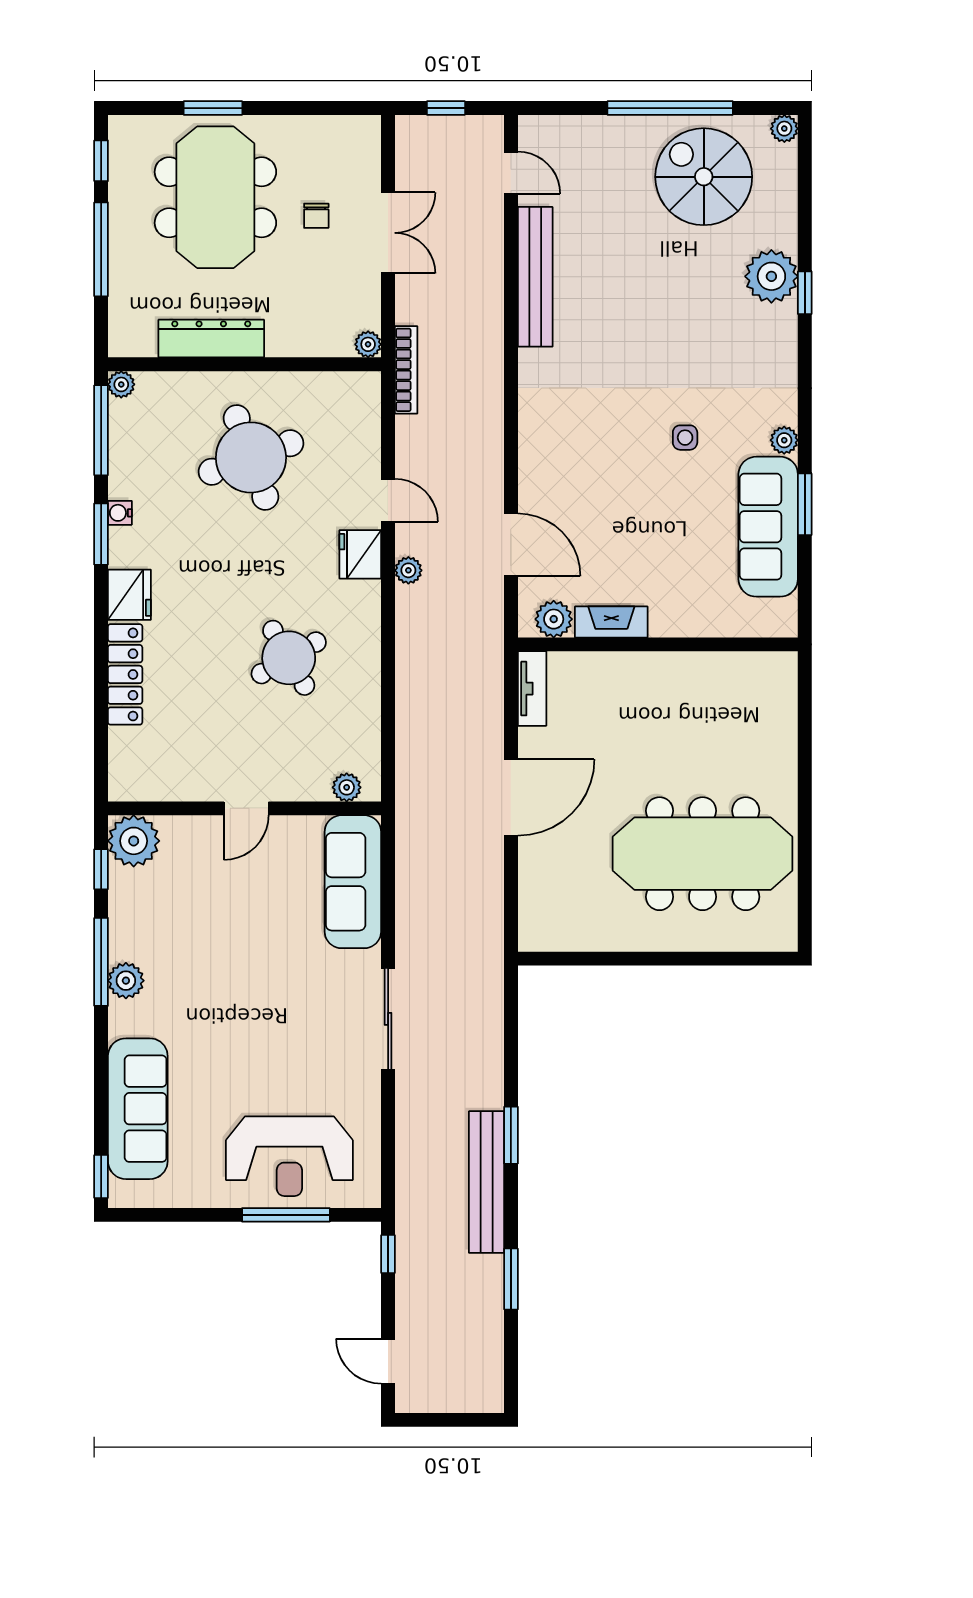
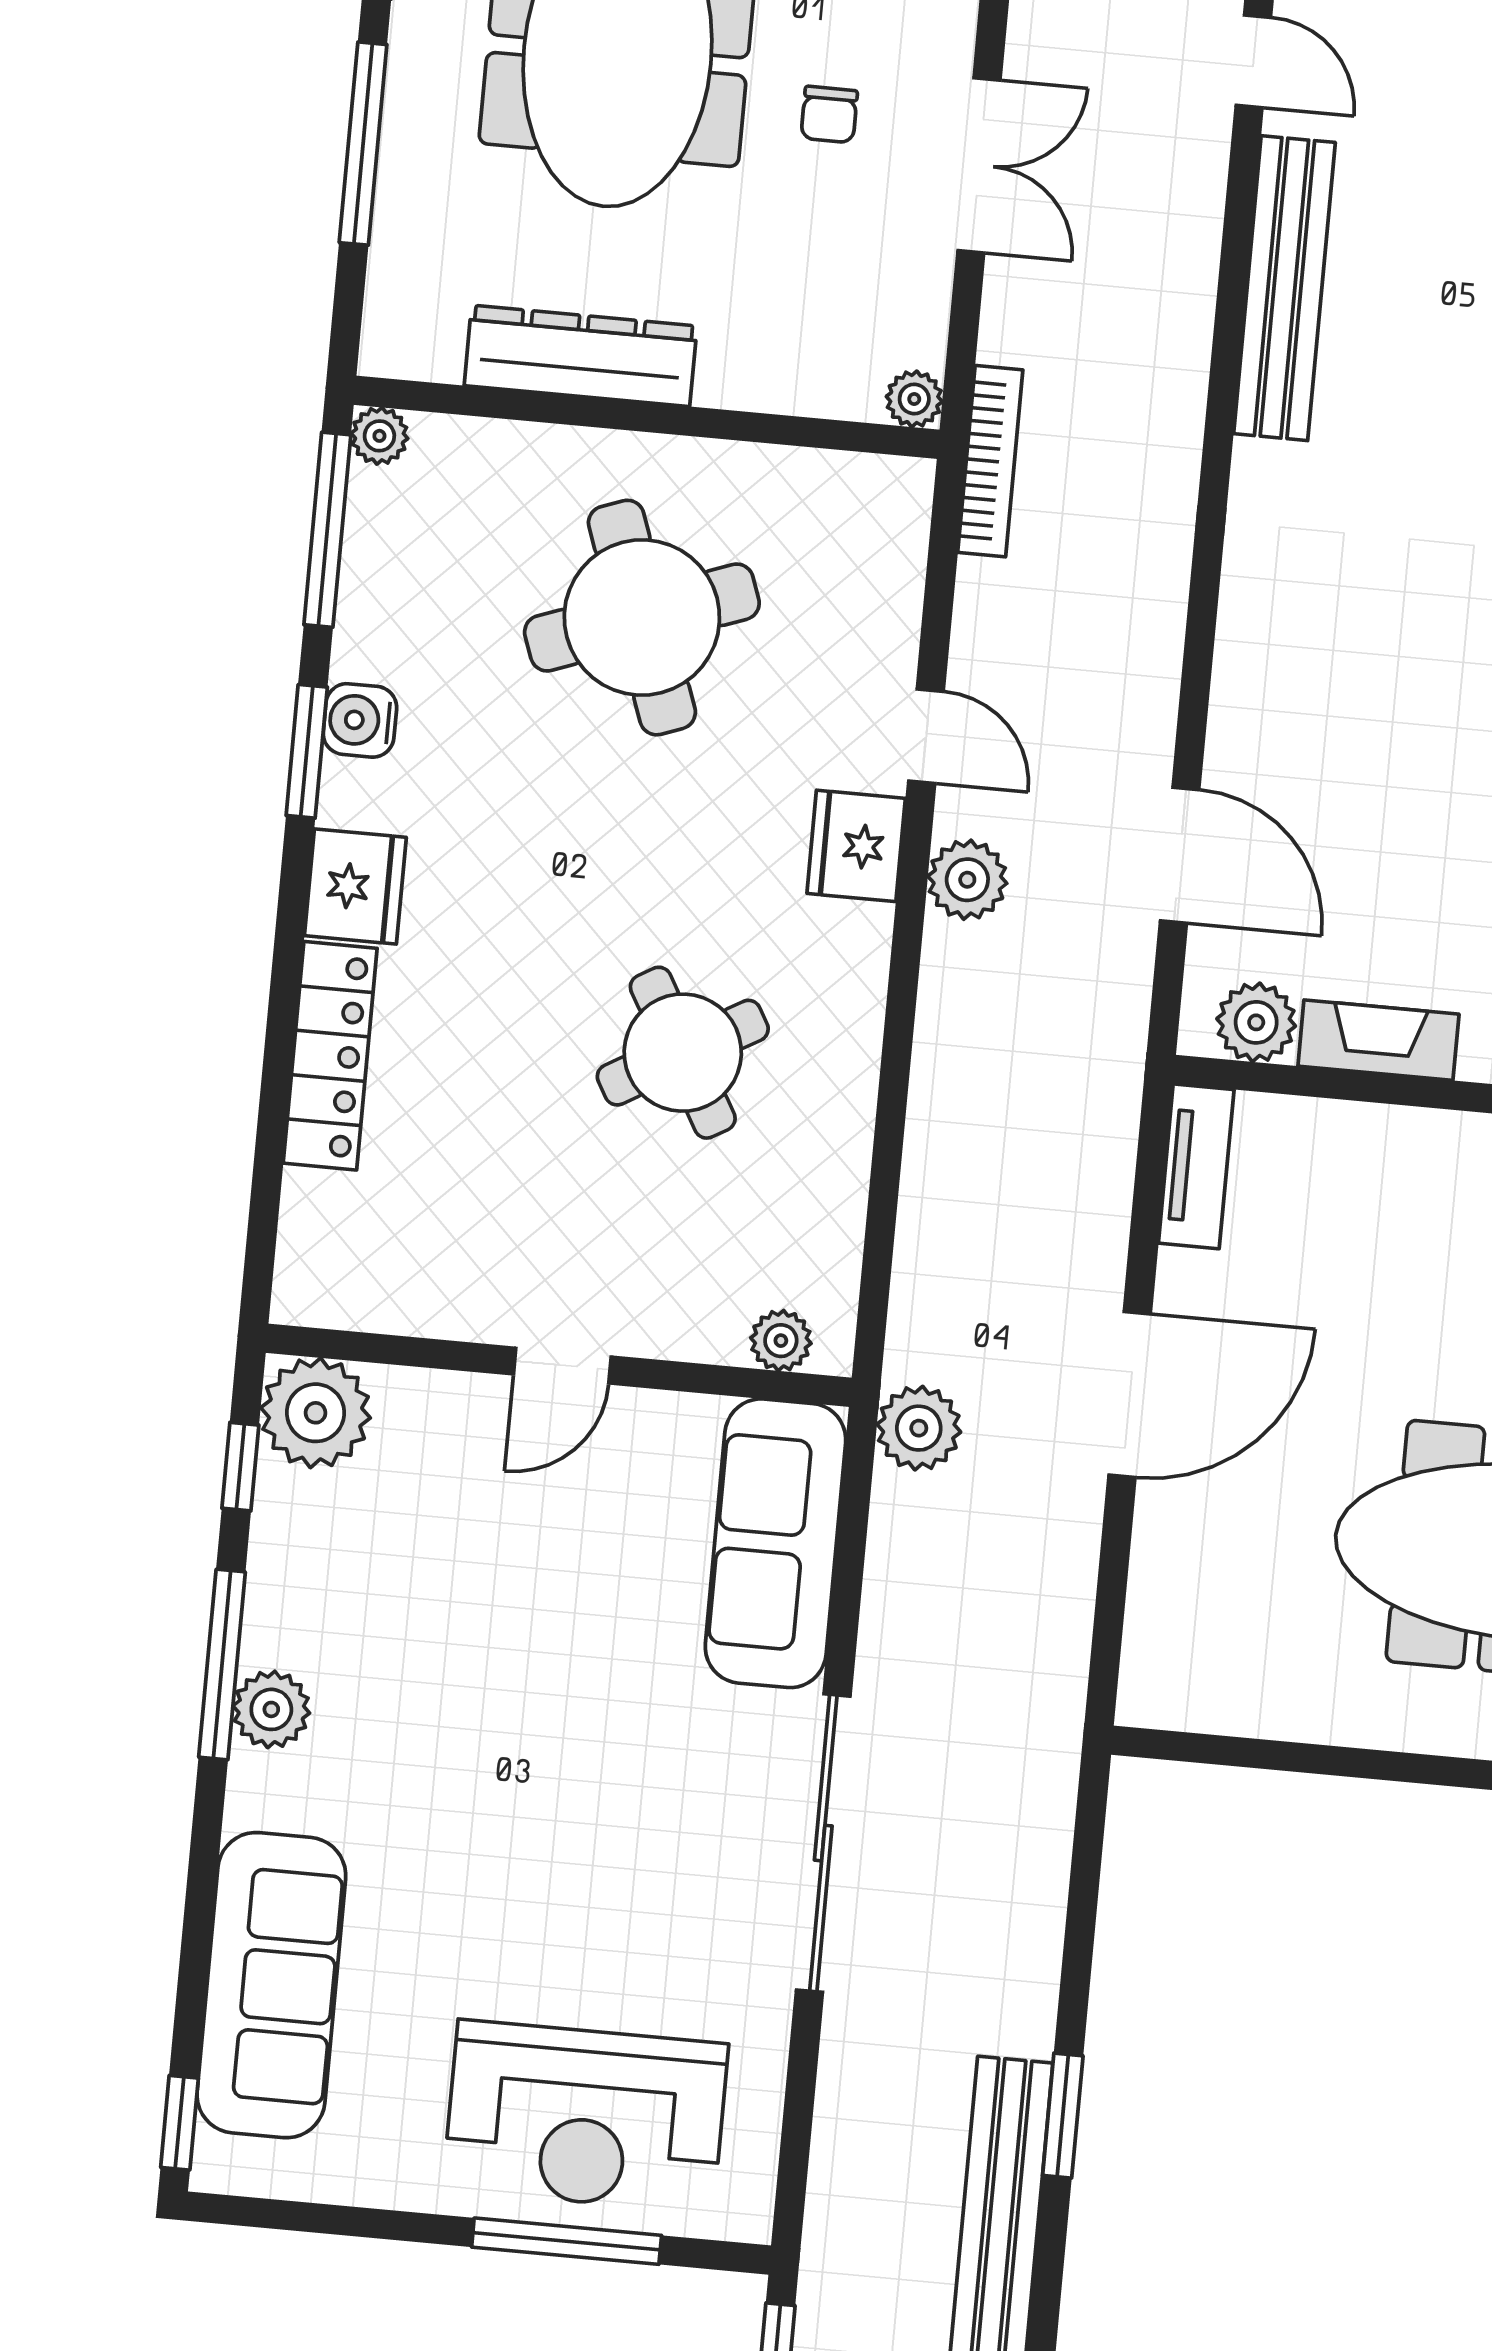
water cooler: (120, 513) -> (360, 720), width x1.38, depth x1.38
plant: (408, 570) -> (967, 880), width x1.38, depth x1.38
plant: (415, 822) -> (919, 1428), added
sliding door: (388, 1019) -> (823, 1843), width x1.36

